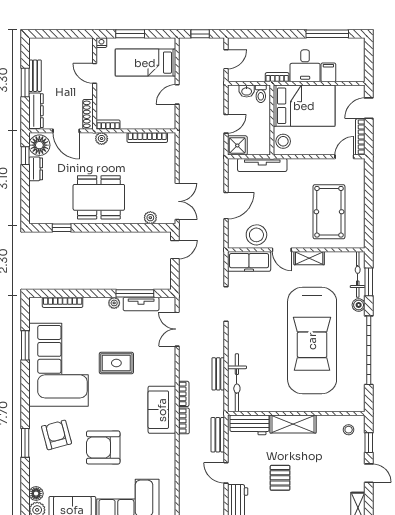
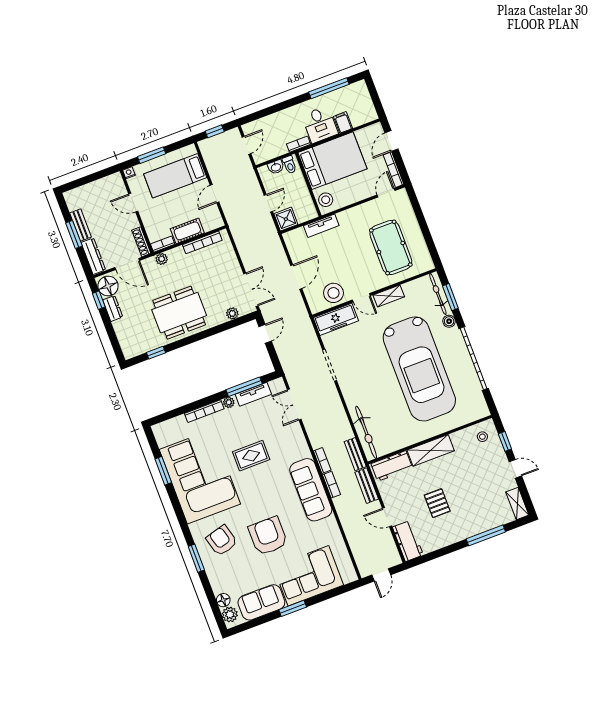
cot: (137, 121) -> (187, 231), added
tv unit: (262, 165) -> (321, 226), width x0.71
bookcase: (63, 302) -> (204, 411), moved
bench: (218, 374) -> (355, 454), moved
sofa: (162, 410) -> (311, 490), width x1.36
armchair: (103, 447) -> (268, 536), turned 90

